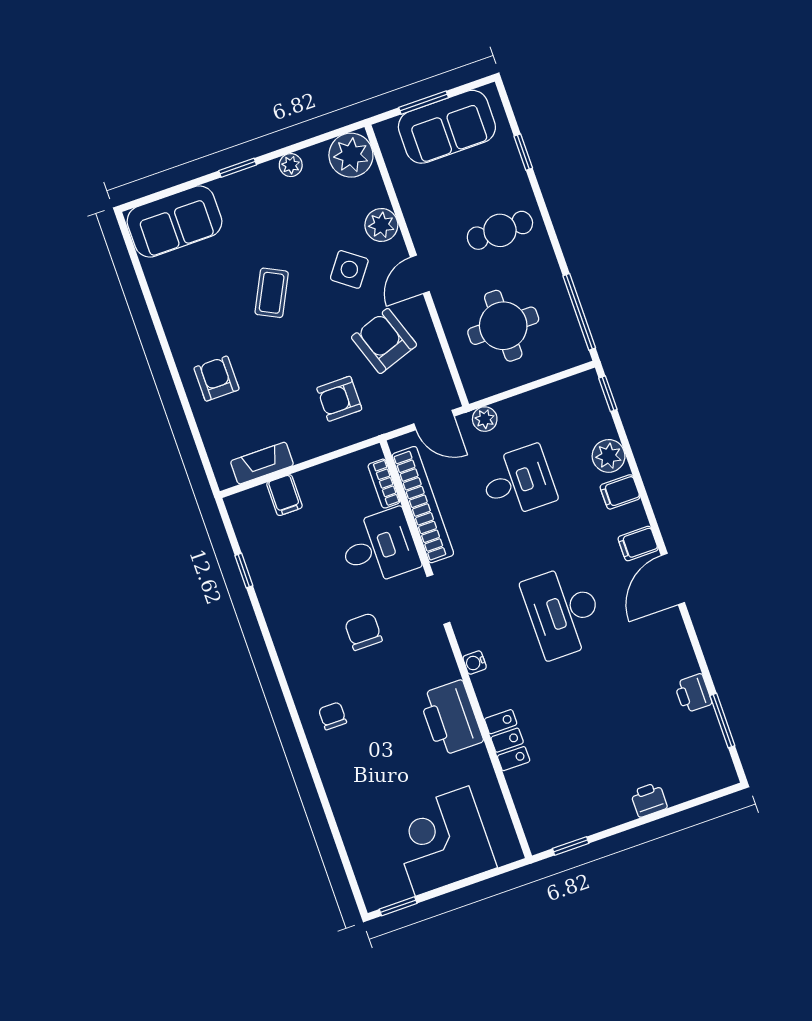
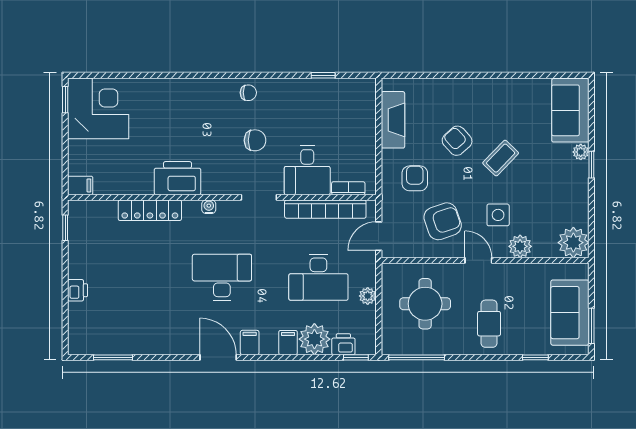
window: (424, 103) -> (591, 326), moved
plant: (291, 165) -> (581, 152), moved
side table: (349, 269) -> (498, 215), turned -37
coffee table: (272, 293) -> (501, 158), turned -73
armchair: (217, 379) -> (457, 141), moved, turned -132
plant: (485, 419) -> (368, 296), moved
plant: (609, 456) -> (314, 339), width x1.36, depth x1.36
fireplace: (262, 463) -> (393, 120), width x1.37, depth x1.32
desk: (518, 482) -> (318, 277), width x1.37
filing cabinet: (284, 495) -> (80, 185), moved, turned 180
printer: (693, 693) -> (343, 344), moved
chair: (333, 716) -> (248, 93), moved
locker: (507, 740) -> (150, 210), width x1.53
corner desk: (442, 841) -> (98, 108), moved

